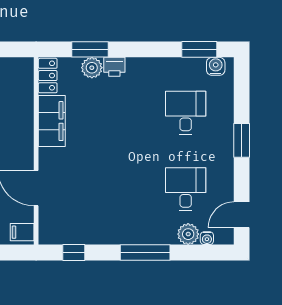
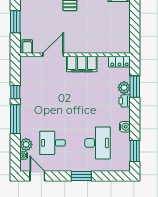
water cooler: (216, 66) -> (125, 127), moved
desk: (186, 113) -> (98, 143), width x1.37
filing cabinet: (52, 121) -> (82, 64), moved
desk: (186, 189) -> (52, 143), turned 180
window: (74, 253) -> (15, 92), moved

